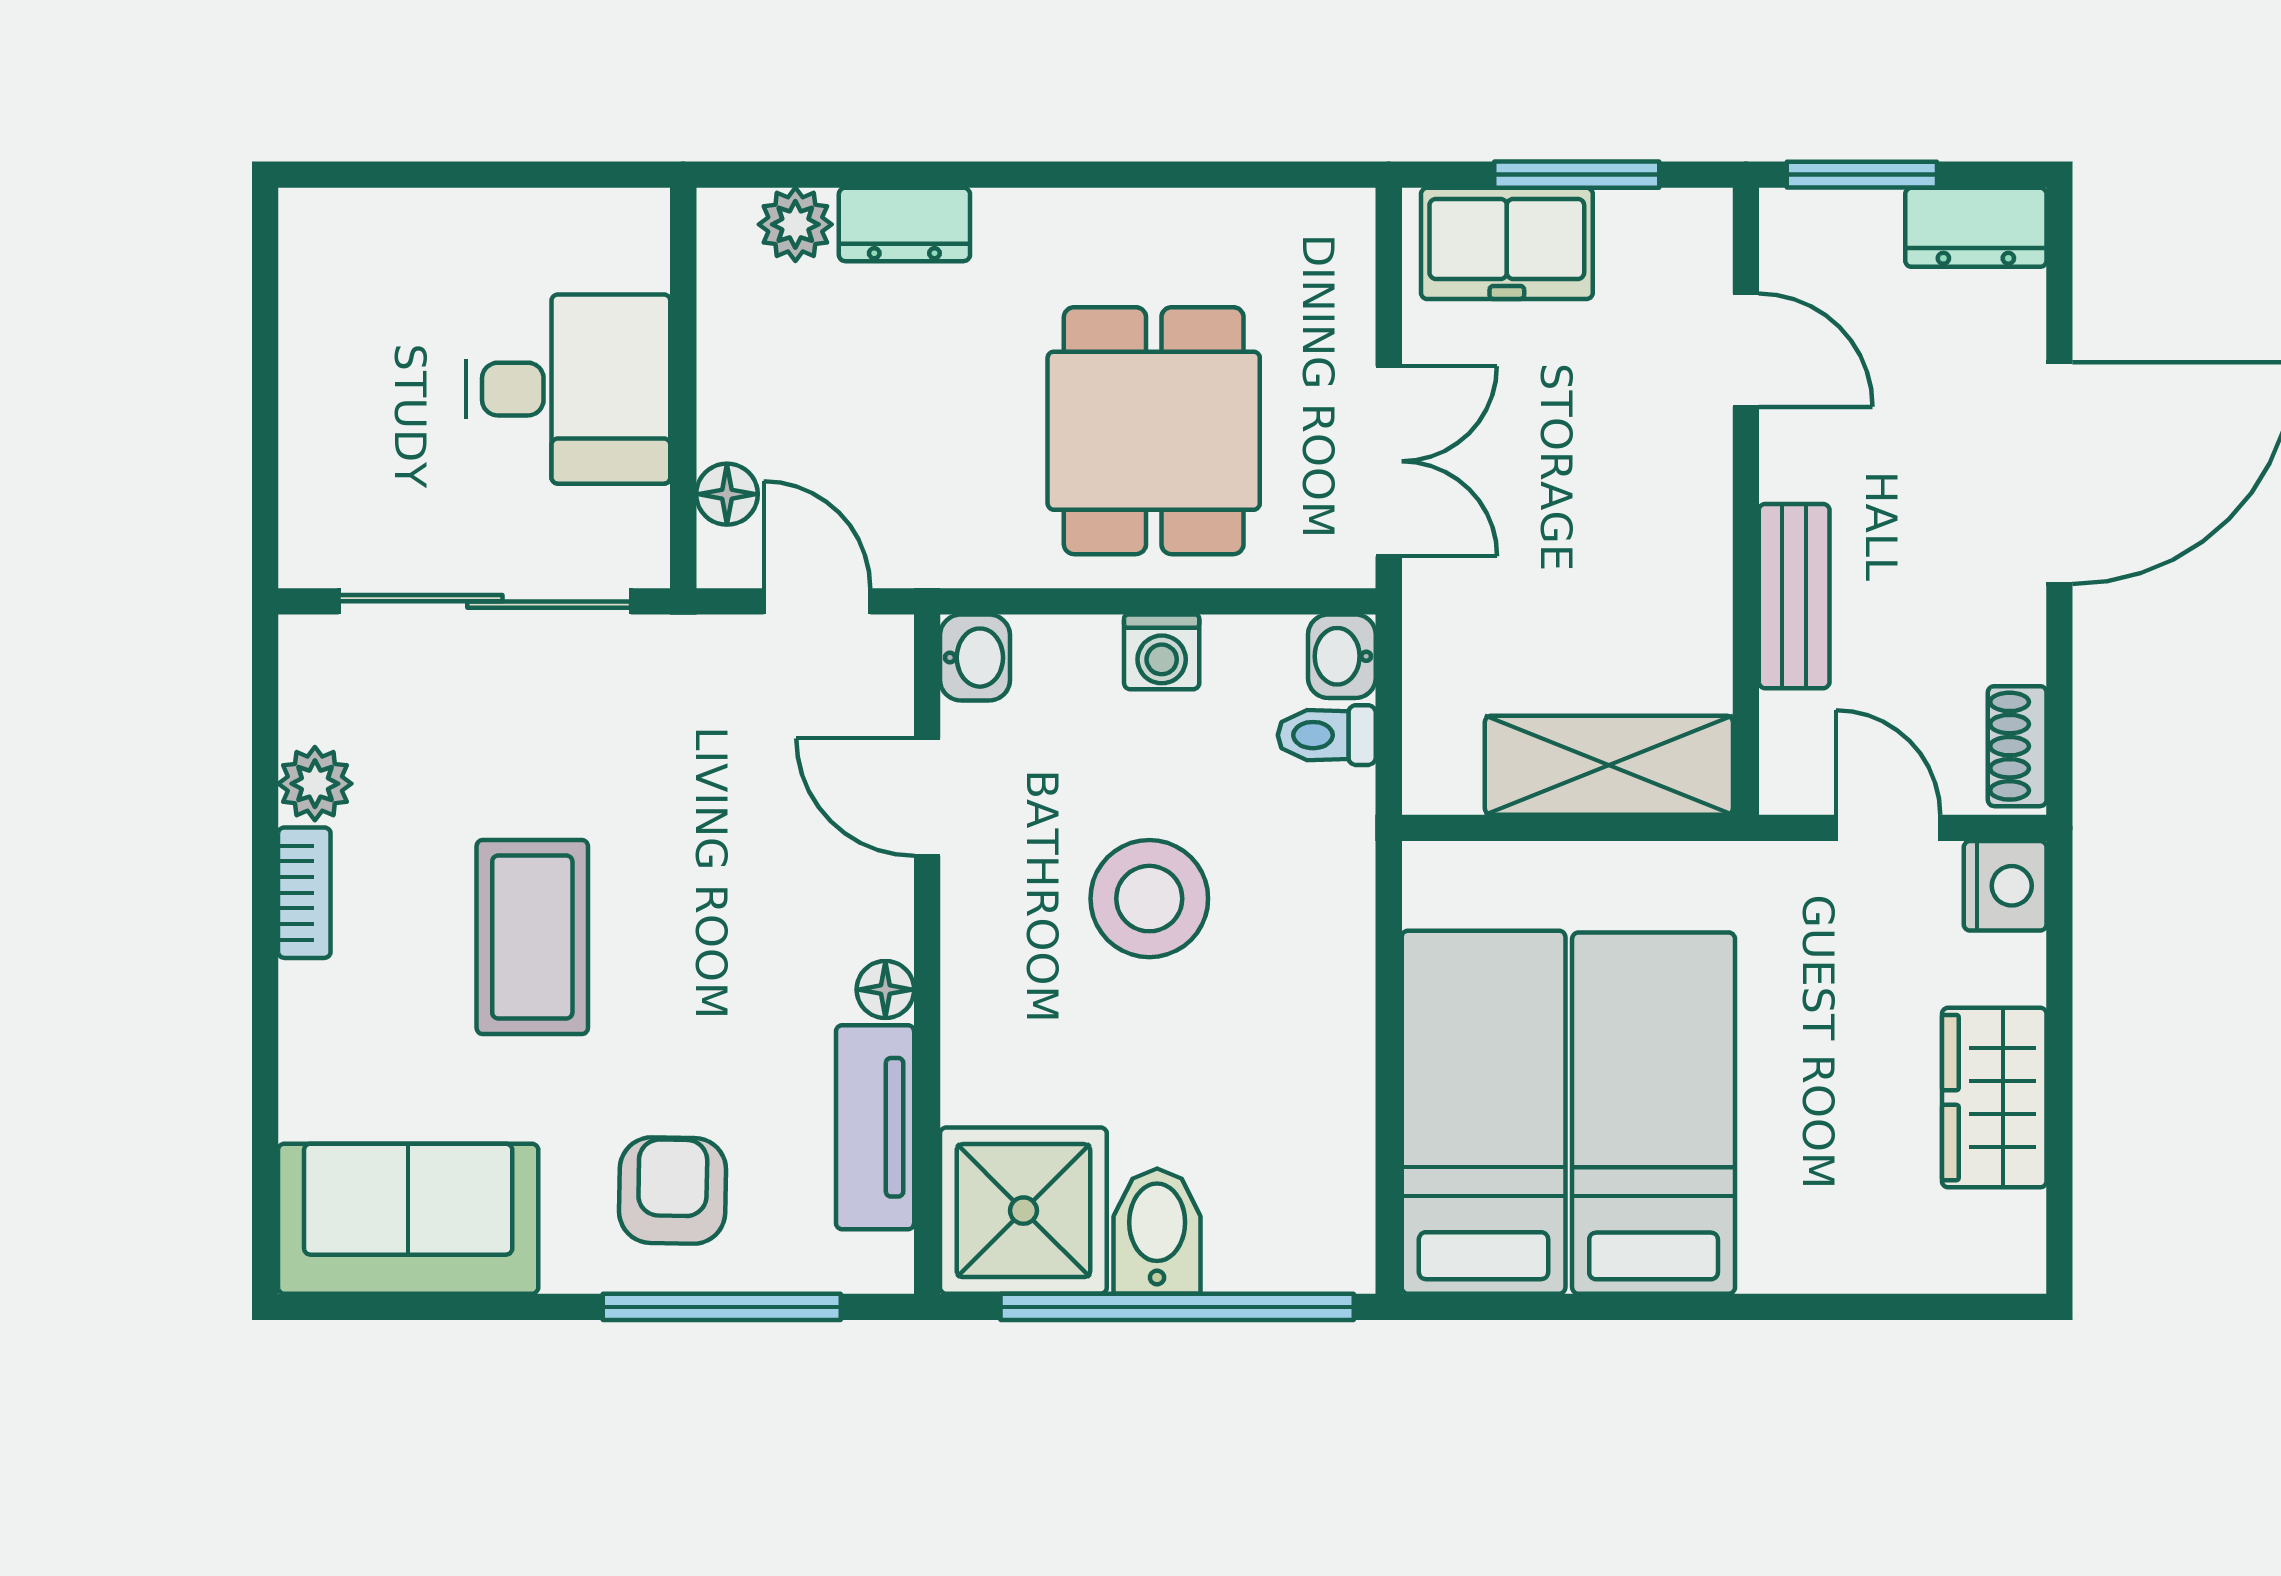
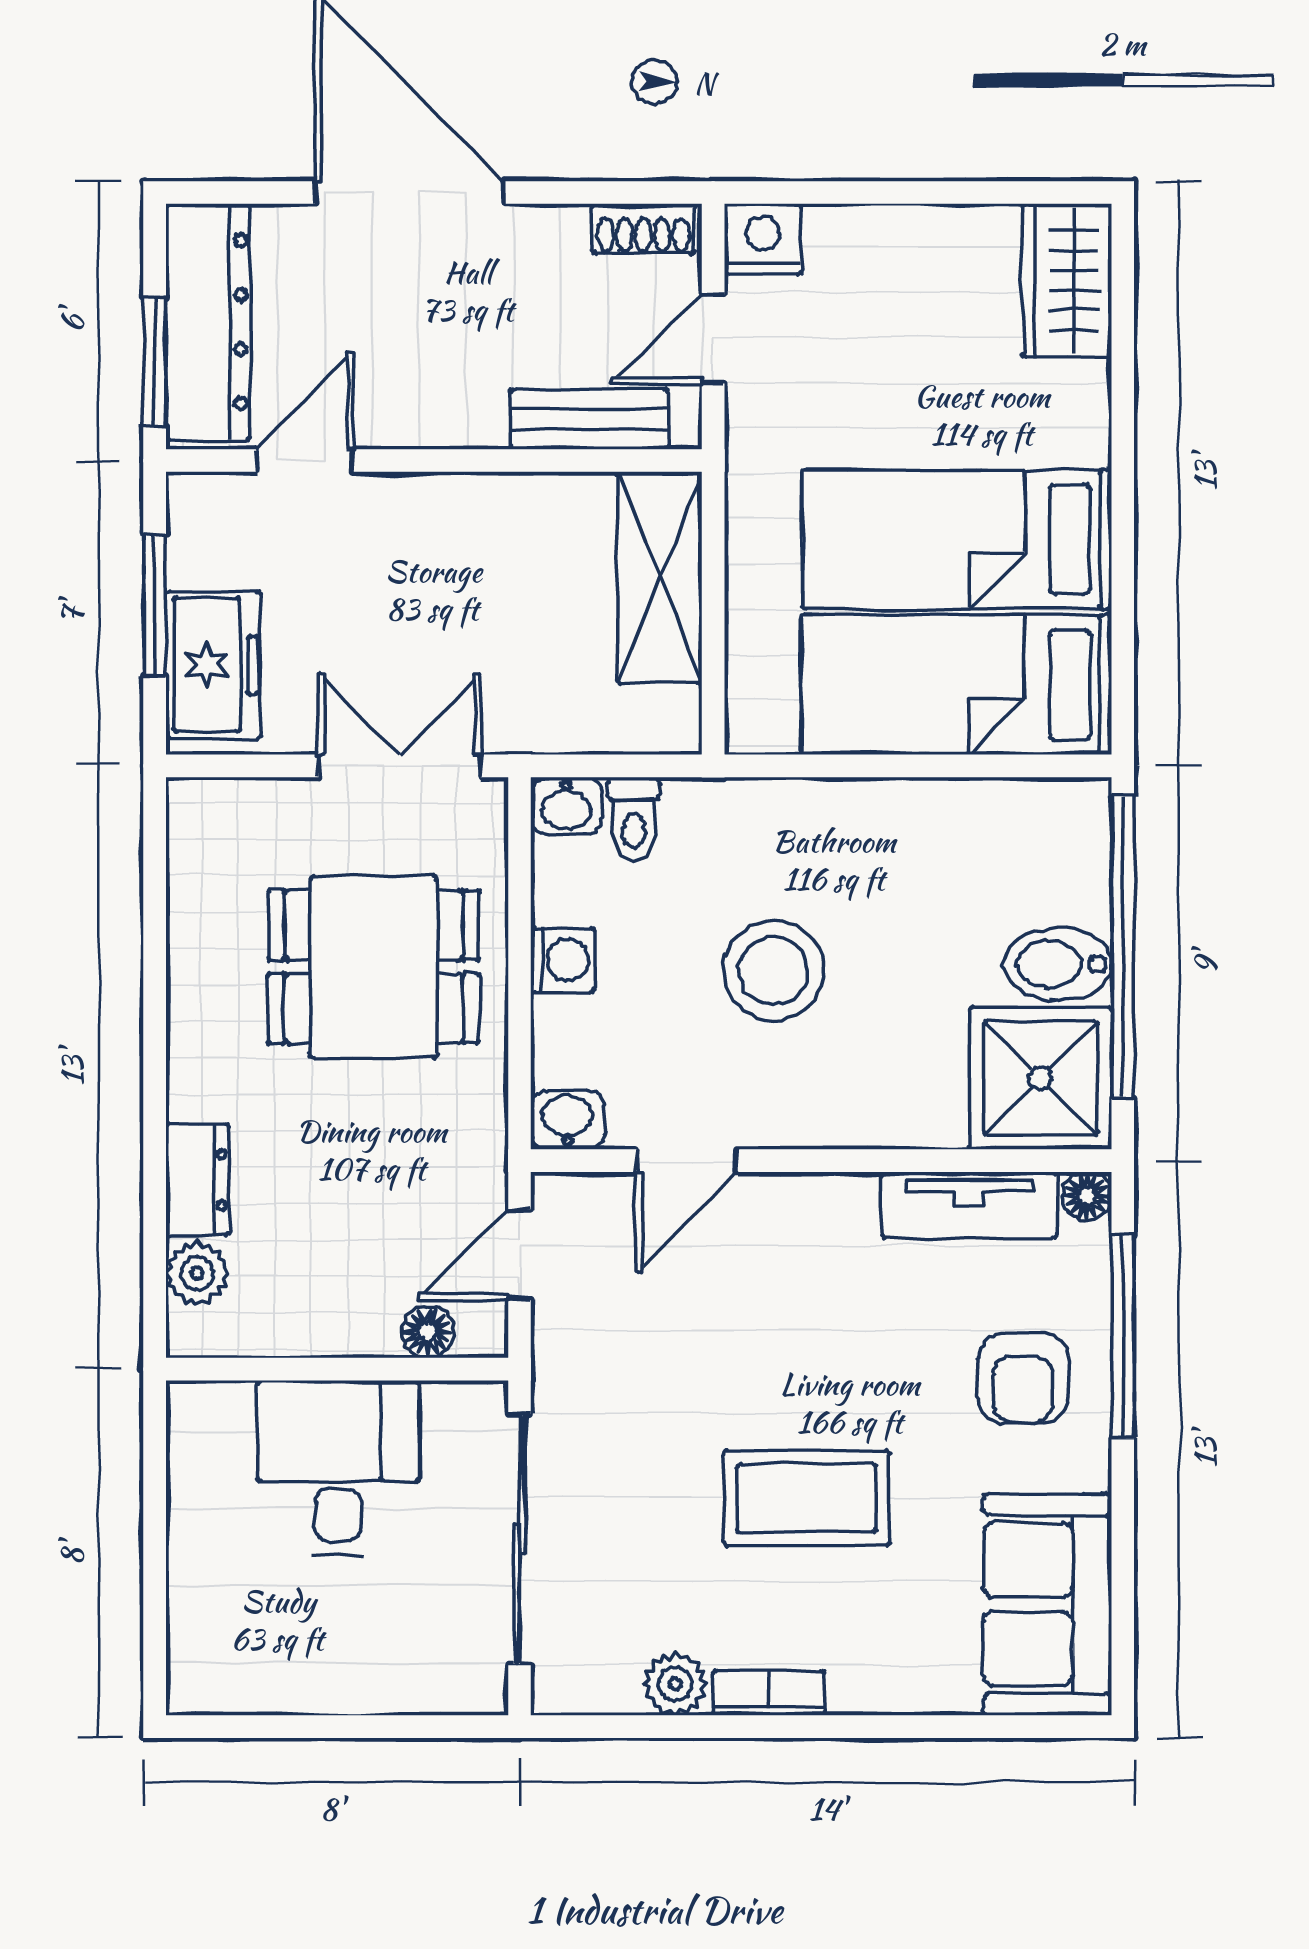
dresser: (1976, 227) -> (208, 322), width x1.96, depth x1.24
bench: (1794, 596) -> (589, 419), moved
floor lamp: (885, 990) -> (1087, 1196), moved
wardrobe: (1994, 1098) -> (1067, 280), moved, turned 90
armchair: (673, 1191) -> (1023, 1378), turned -91

